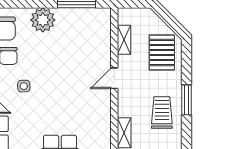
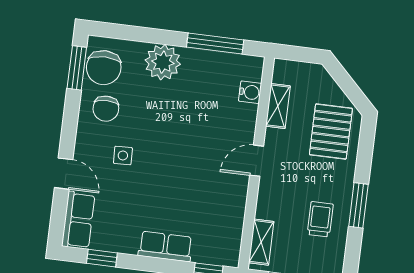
water cooler: (104, 33) -> (250, 92), added
trolley: (162, 112) -> (320, 219), width x0.73, depth x0.72

